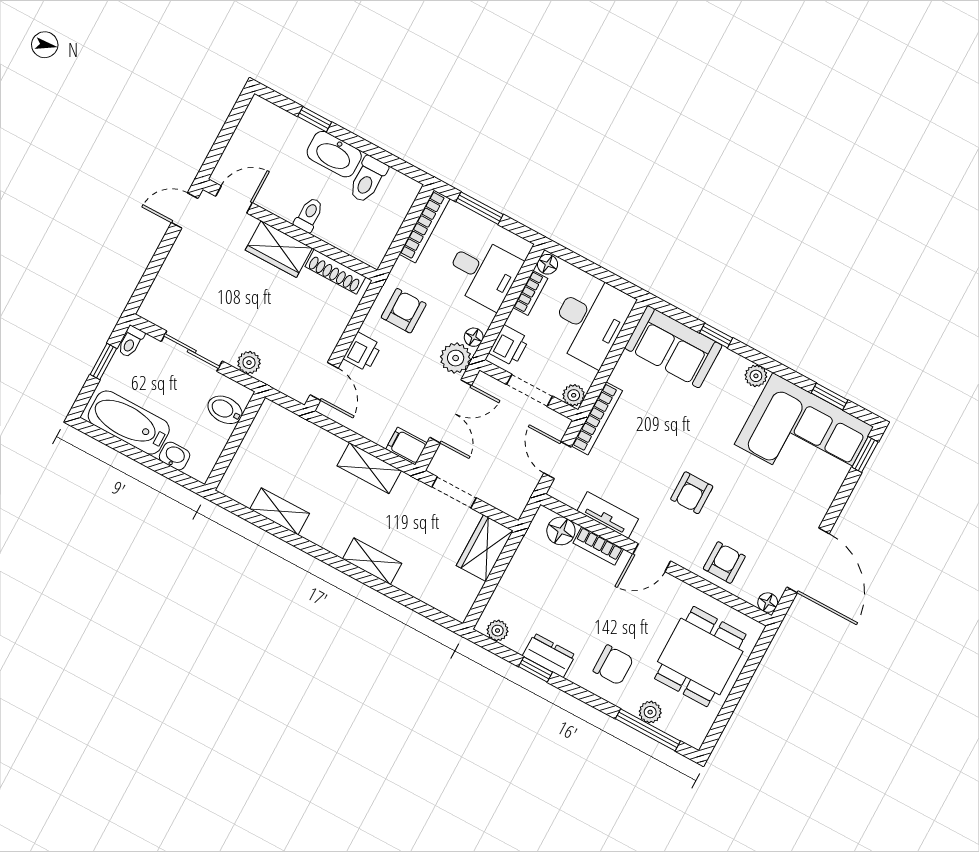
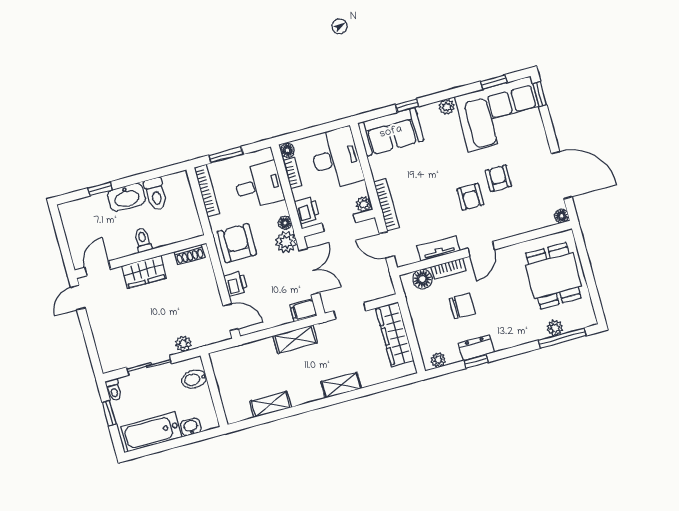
shoe rack: (335, 272) -> (190, 255), width x0.70
armchair: (404, 311) -> (237, 243), width x1.38, depth x1.38
wardrobe: (485, 548) -> (395, 334), width x1.50
armchair: (724, 563) -> (498, 178), moved
chair: (613, 665) -> (462, 306), moved

